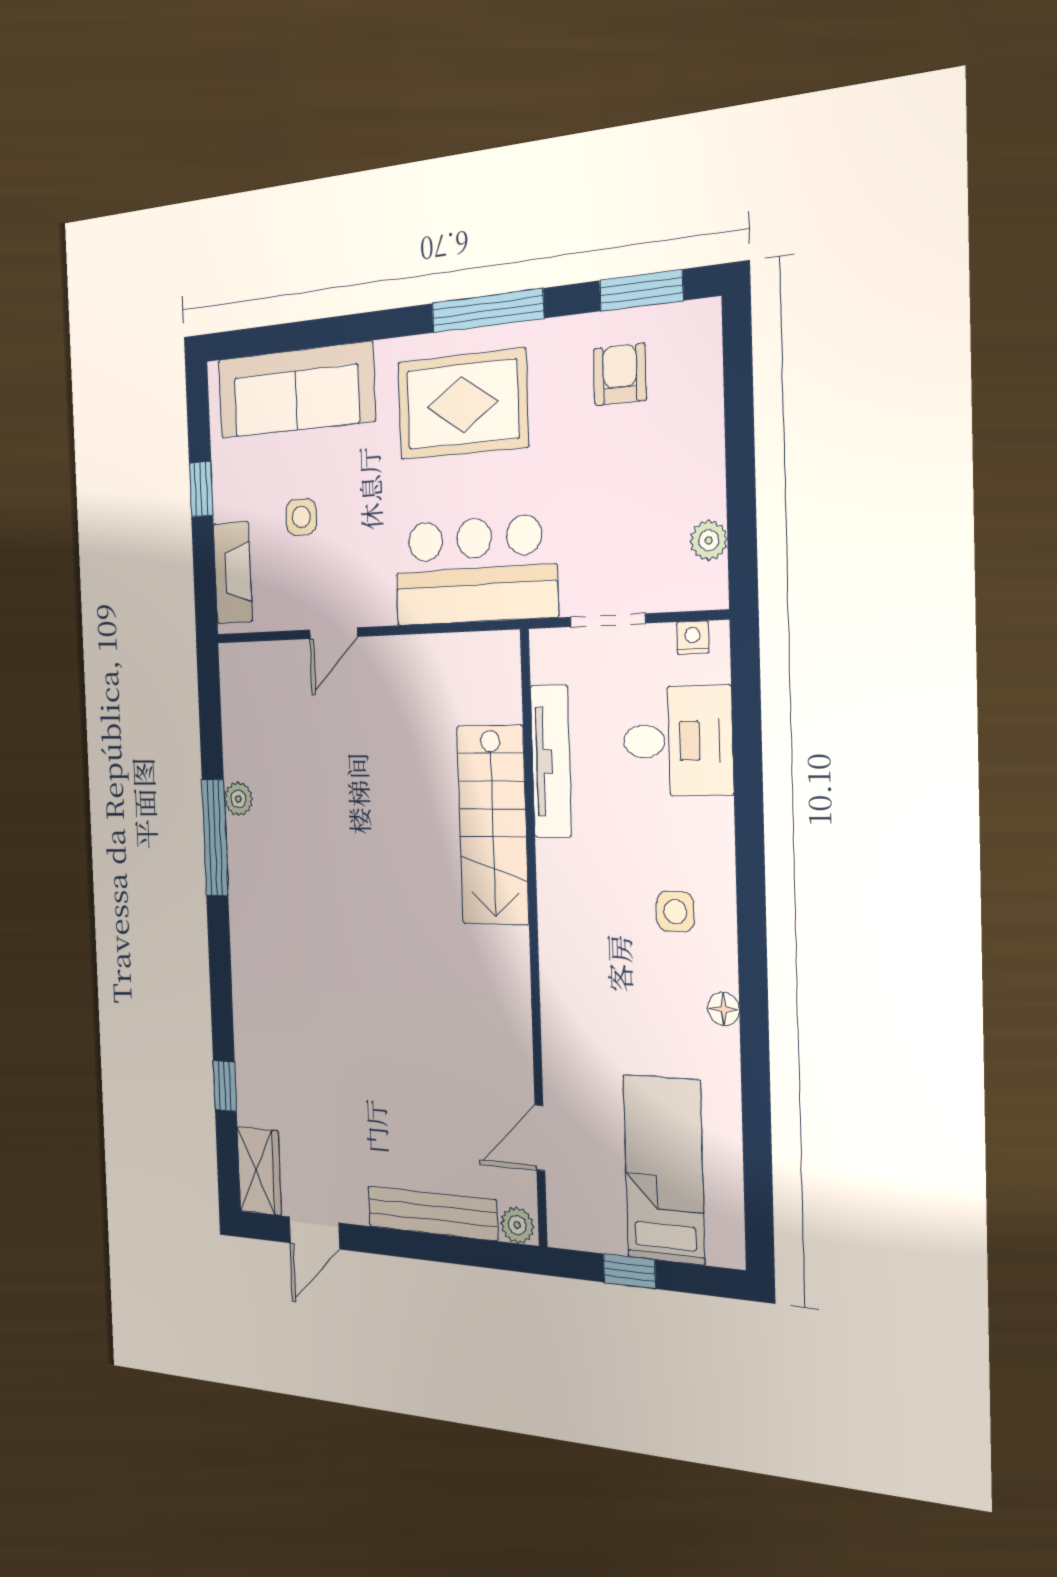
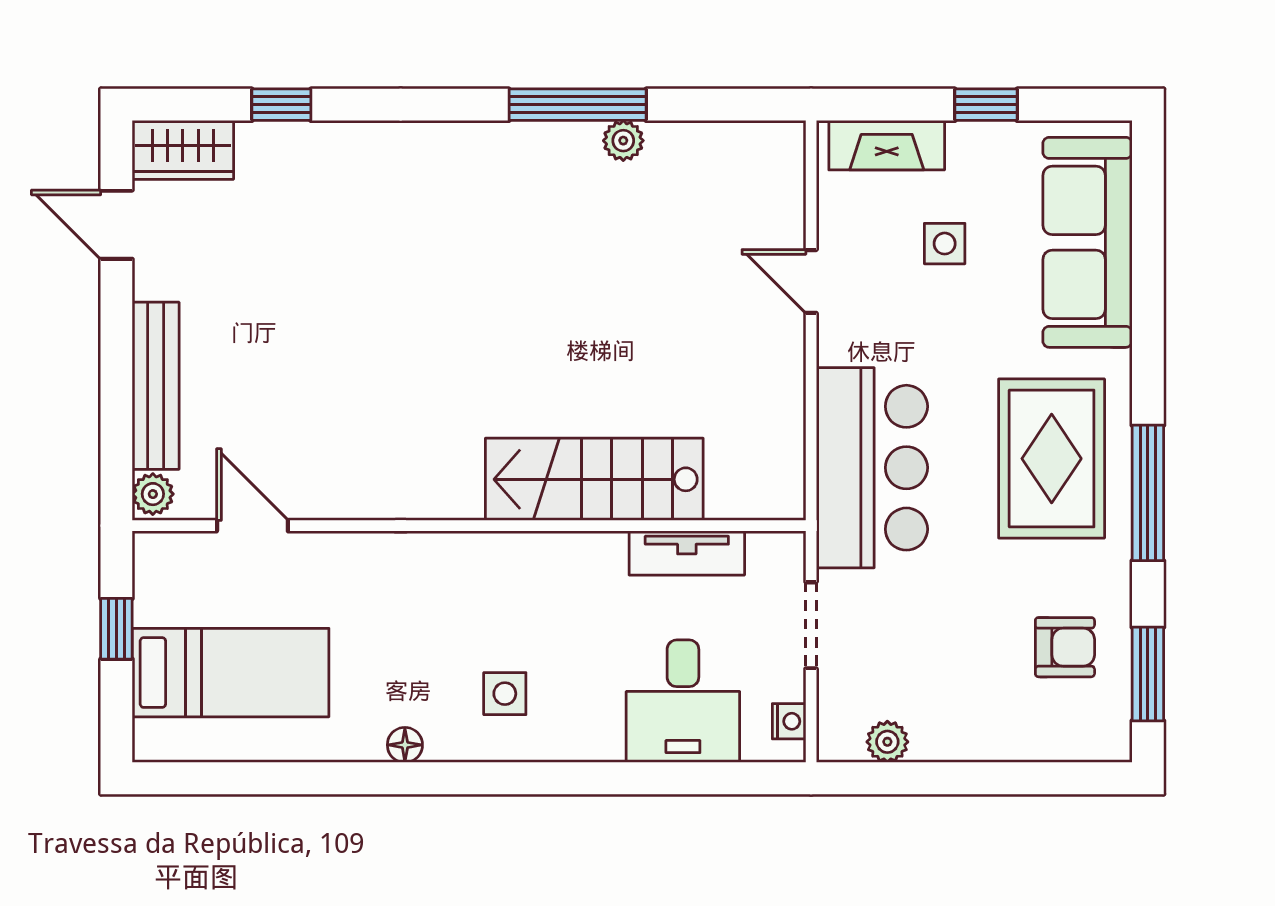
tv unit: (551, 761) -> (687, 553), width x0.71

